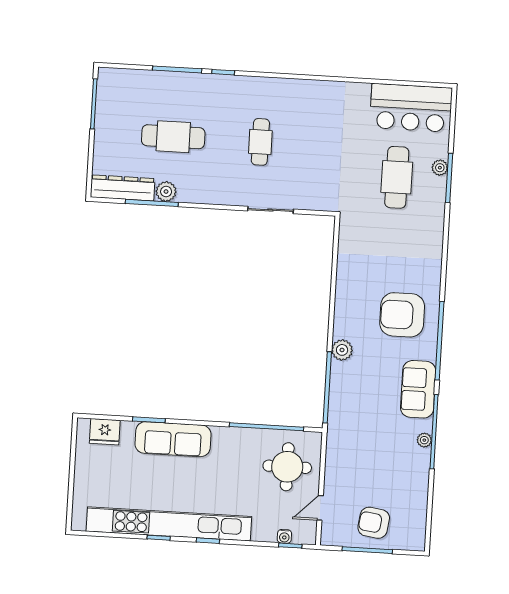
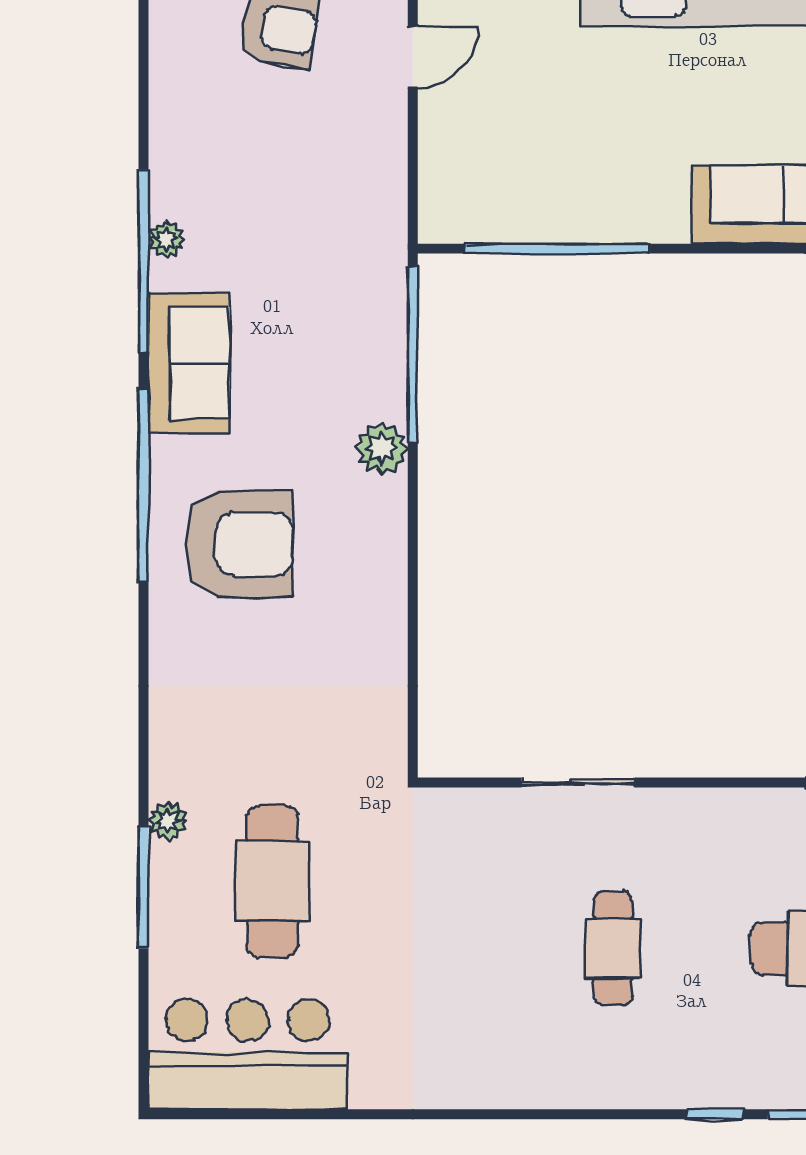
plant: (440, 168) -> (168, 821), moved
round table: (287, 467) -> (500, 153), removed

